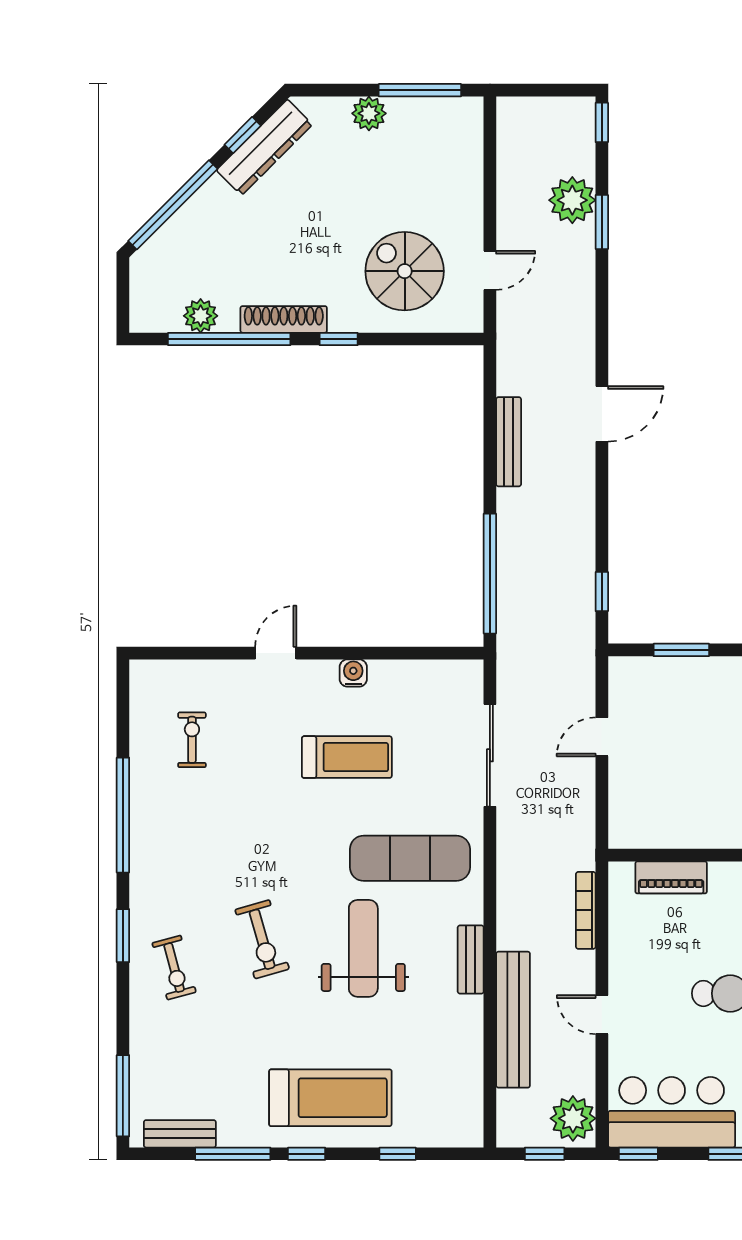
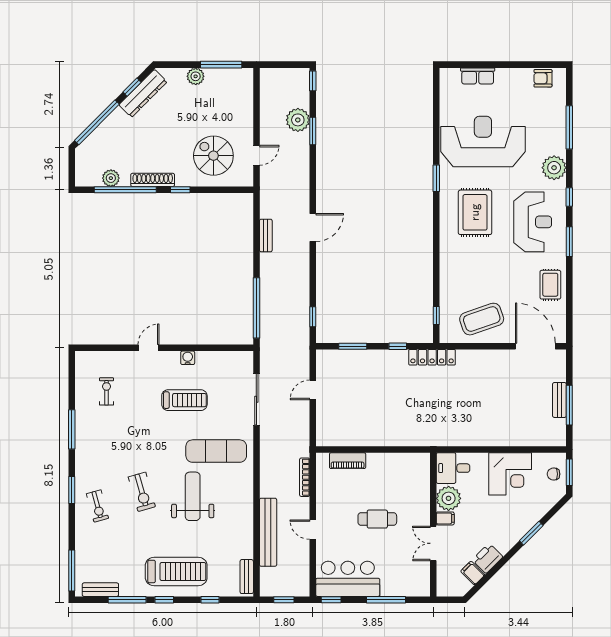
bench: (509, 442) -> (266, 235), width x0.73
window: (123, 815) -> (72, 429), width x0.68
bench: (471, 959) -> (247, 577), moved
plant: (573, 1118) -> (298, 582), removed

